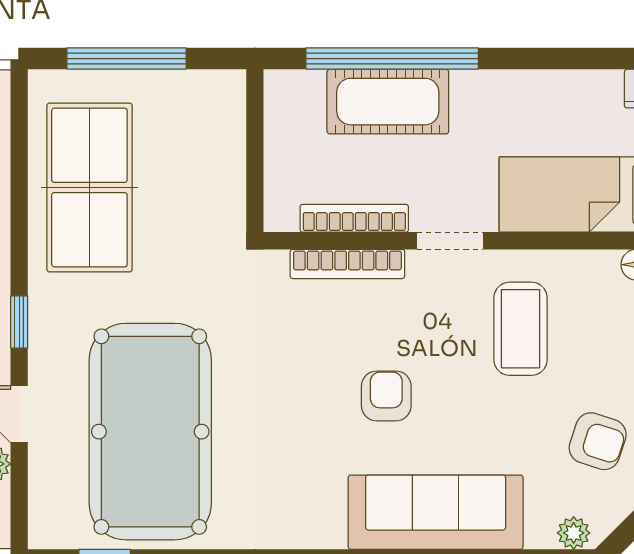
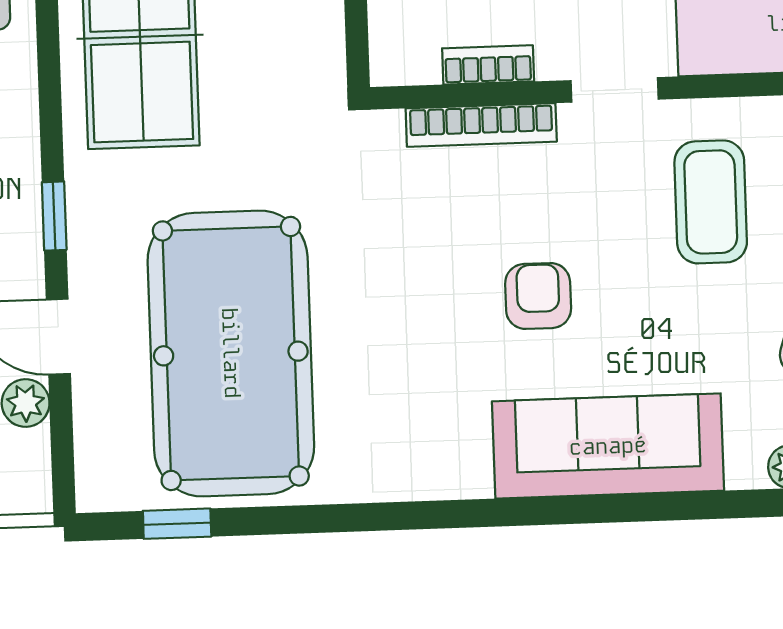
bookcase: (354, 218) -> (488, 65), width x0.64

